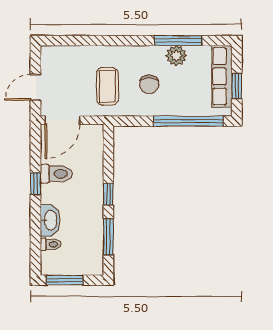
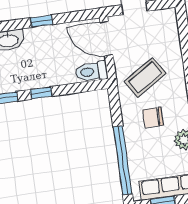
coffee table: (107, 86) -> (145, 77), turned -32
toilet: (56, 174) -> (92, 72), moved, turned 90

